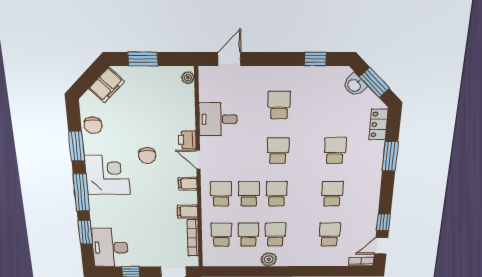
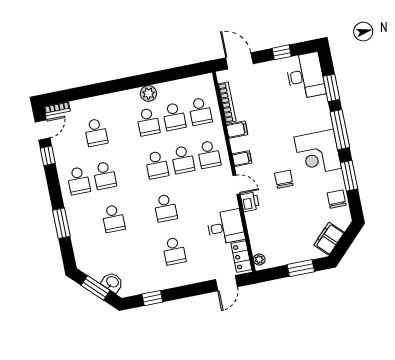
locker: (378, 124) -> (241, 257), moved, turned 180
school desk: (360, 194) -> (79, 181), added

